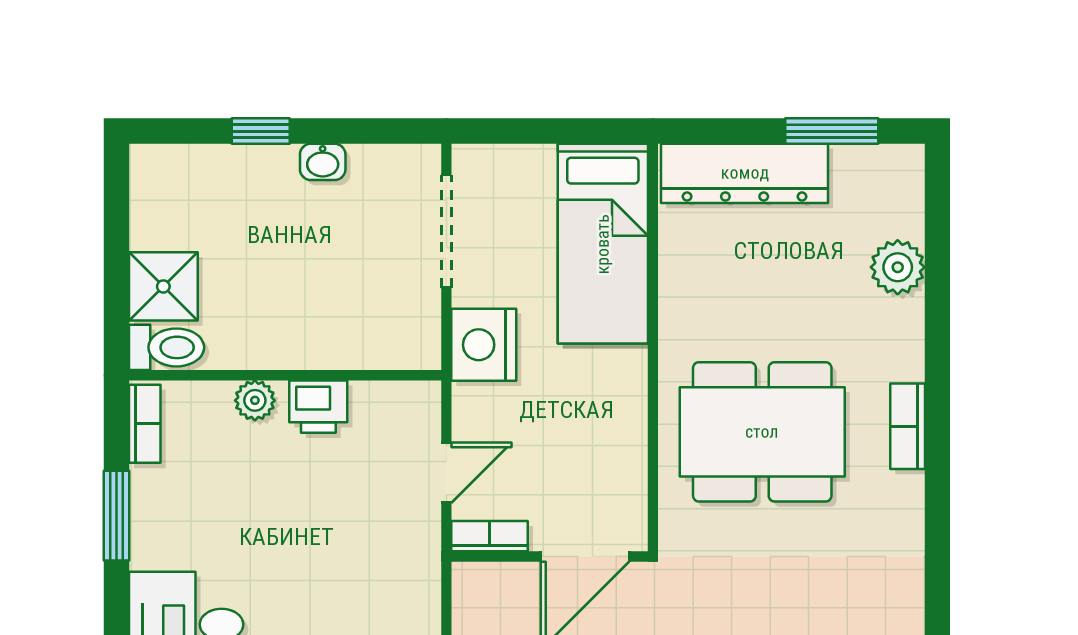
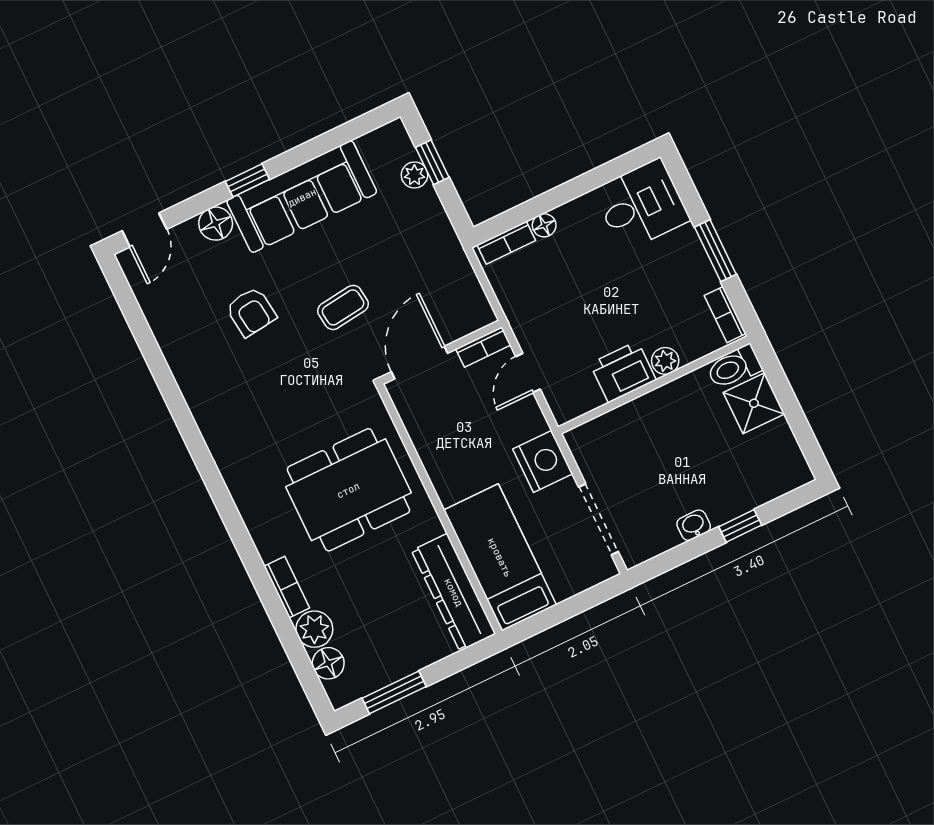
dresser: (745, 173) -> (454, 592), moved, turned -90
floor lamp: (901, 213) -> (328, 663), added
printer: (318, 407) -> (623, 372), width x1.36, depth x1.24
bookcase: (908, 426) -> (287, 587), moved

